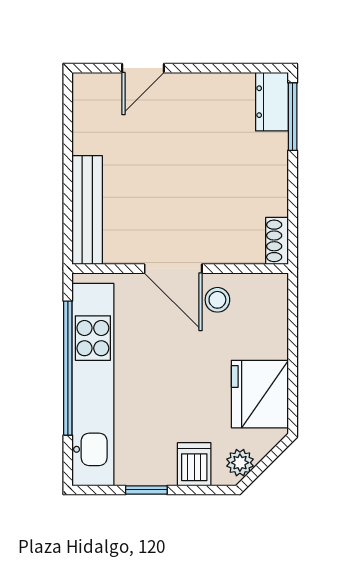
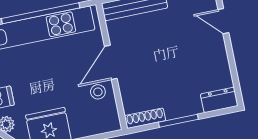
window: (293, 117) -> (178, 121), moved
shoe rack: (277, 241) -> (145, 118), width x1.43

